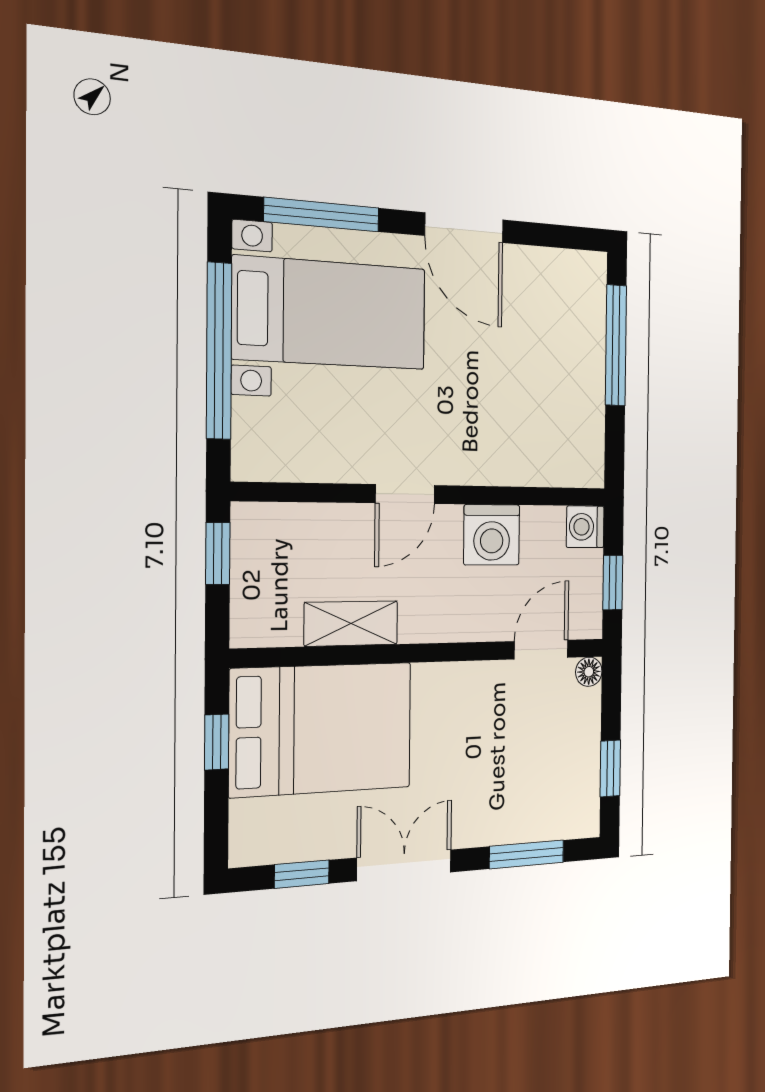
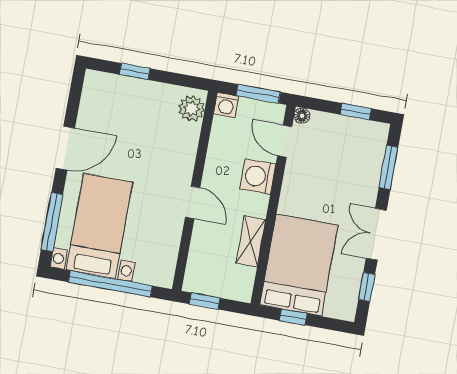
window: (616, 345) -> (135, 71), width x0.46
plant: (570, 463) -> (192, 108), added
washing machine: (492, 535) -> (258, 176), moved, turned 180
window: (613, 583) -> (258, 94), width x1.50

